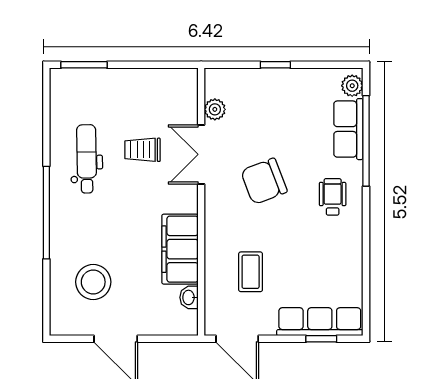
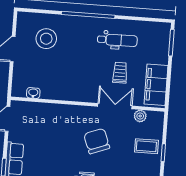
filing cabinet: (180, 249) -> (156, 85), moved, turned -90
coffee table: (251, 272) -> (146, 146), moved

